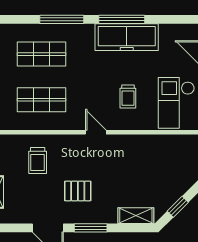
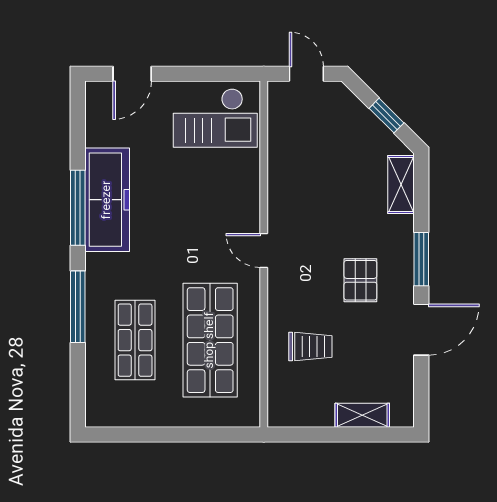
trolley: (128, 97) -> (205, 198), removed
shop shelf: (41, 100) -> (210, 340), width x1.43, depth x1.36
door: (96, 132) -> (264, 251), hinge flipped

